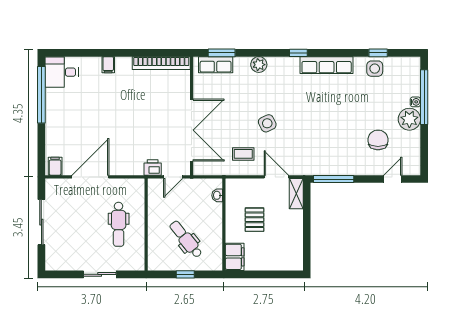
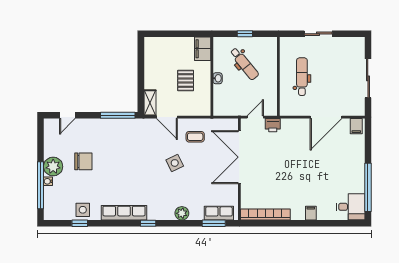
chair: (378, 140) -> (83, 161), moved, turned -90
washbasin: (217, 195) -> (218, 78), moved

